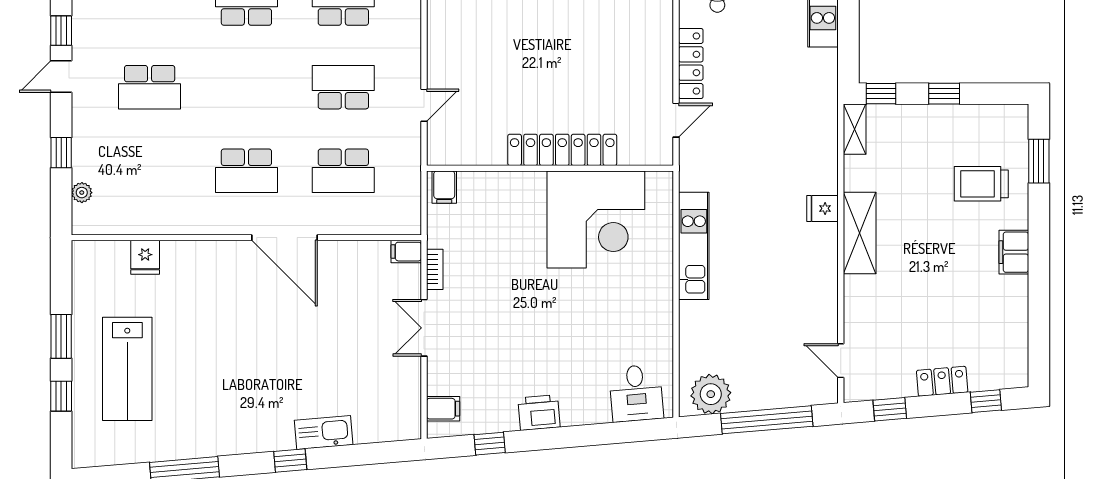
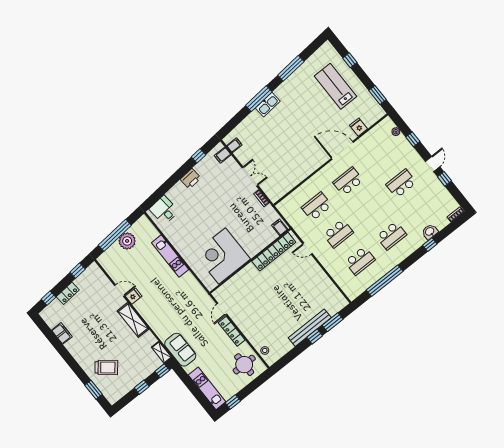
door: (424, 105) -> (307, 249), hinge flipped
sofa: (815, 106) -> (180, 350), added
locker: (562, 150) -> (274, 252), moved
trolley: (981, 184) -> (106, 367), turned 39
fridge: (823, 208) -> (134, 296), moved
door: (285, 238) -> (342, 150), moved
kitchen unit: (694, 246) -> (170, 256), moved
filing cabinet: (406, 252) -> (234, 145), moved
filing cabinet: (1014, 252) -> (62, 333), moved
window: (61, 336) -> (378, 95), moved
door: (841, 361) -> (119, 290), moved
plant: (711, 394) -> (127, 241), moved
kitchen sink: (324, 433) -> (268, 105), moved
window: (290, 461) -> (259, 99), width x2.17

